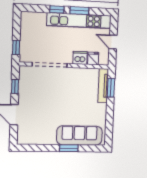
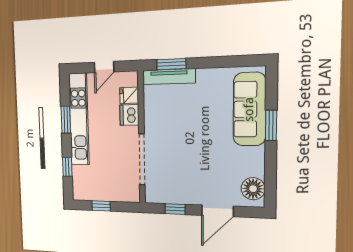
window: (57, 9) -> (67, 167), moved
window: (16, 47) -> (101, 206), moved
floor lamp: (29, 137) -> (253, 189), added

